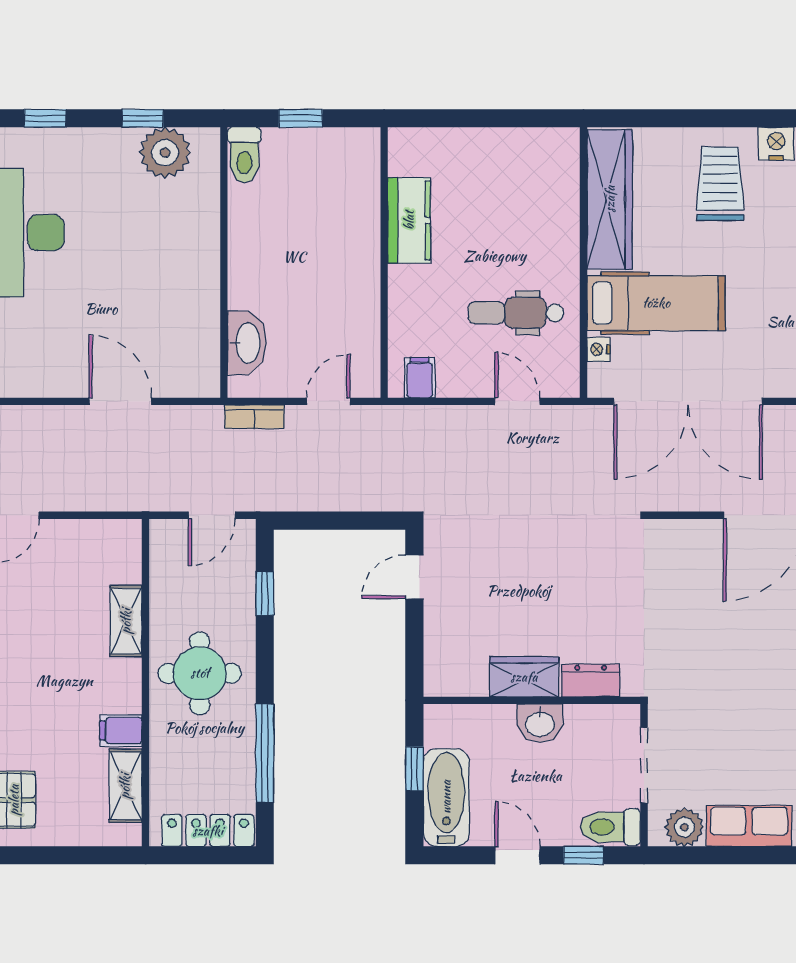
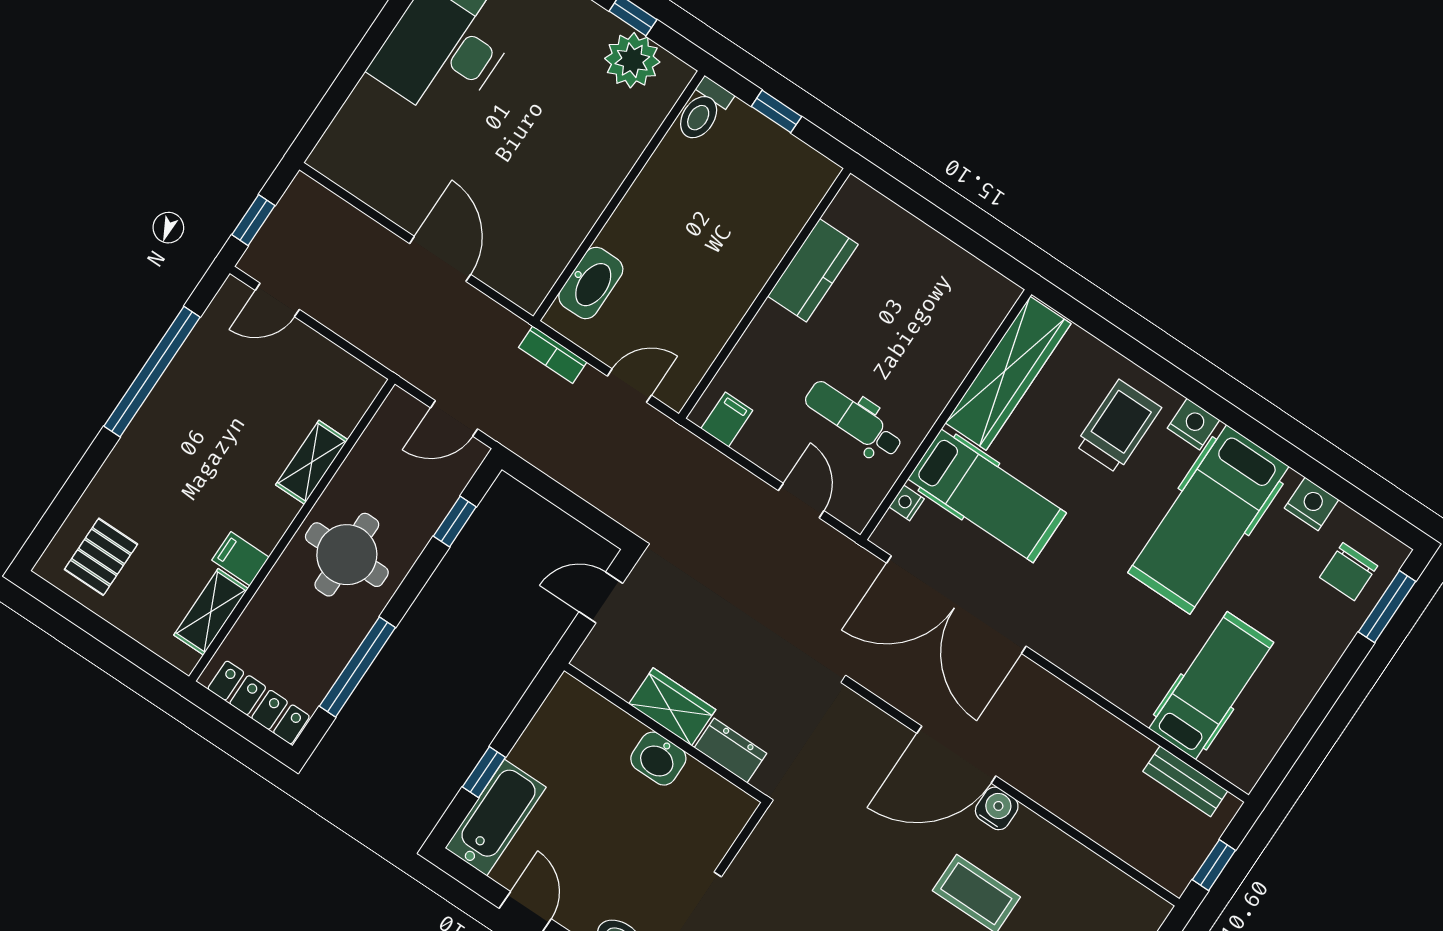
wardrobe: (524, 677) -> (672, 707), moved
dresser: (591, 680) -> (730, 751), moved
wall: (532, 700) -> (665, 733), moved
washbasin: (540, 723) -> (658, 759), moved

